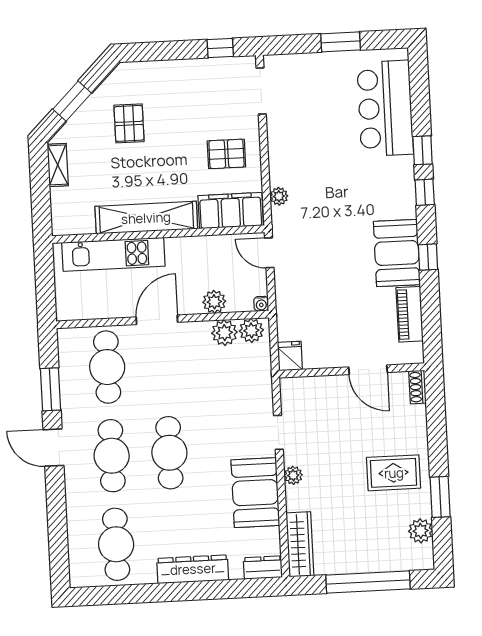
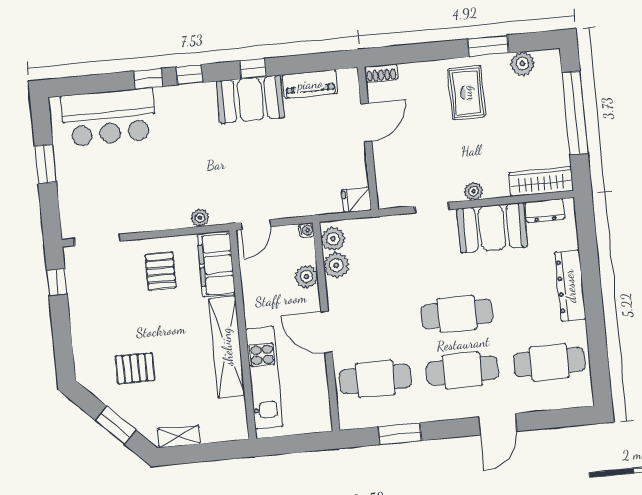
door: (53, 448) -> (498, 424), moved
dresser: (263, 568) -> (545, 211), moved, turned -90

